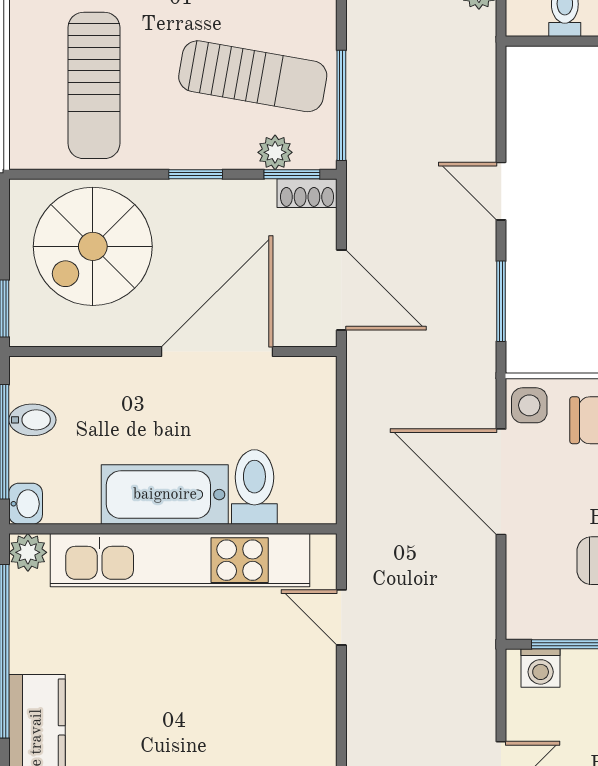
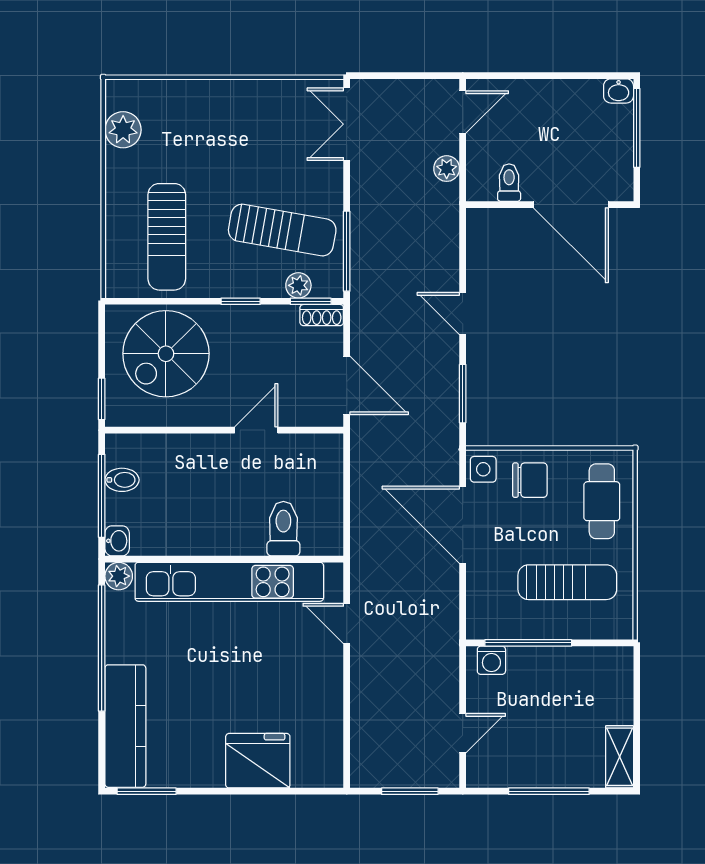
door: (217, 352) -> (256, 430), width x0.53
bathtub: (165, 495) -> (218, 534), removed

